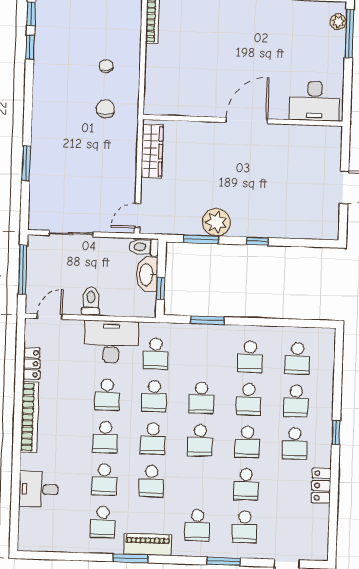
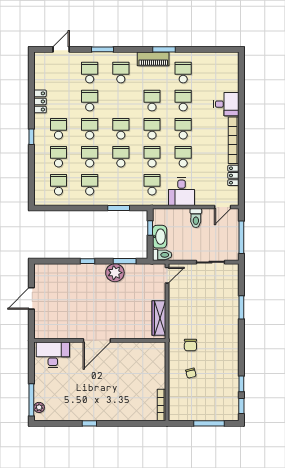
desk: (111, 342) -> (182, 192), width x0.73
desk: (38, 489) -> (226, 104), moved

